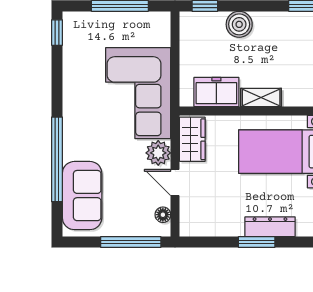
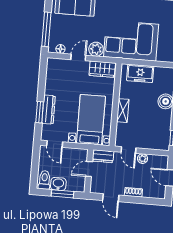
freezer: (216, 92) -> (140, 73), moved, turned 90
window: (257, 242) -> (40, 112), moved

